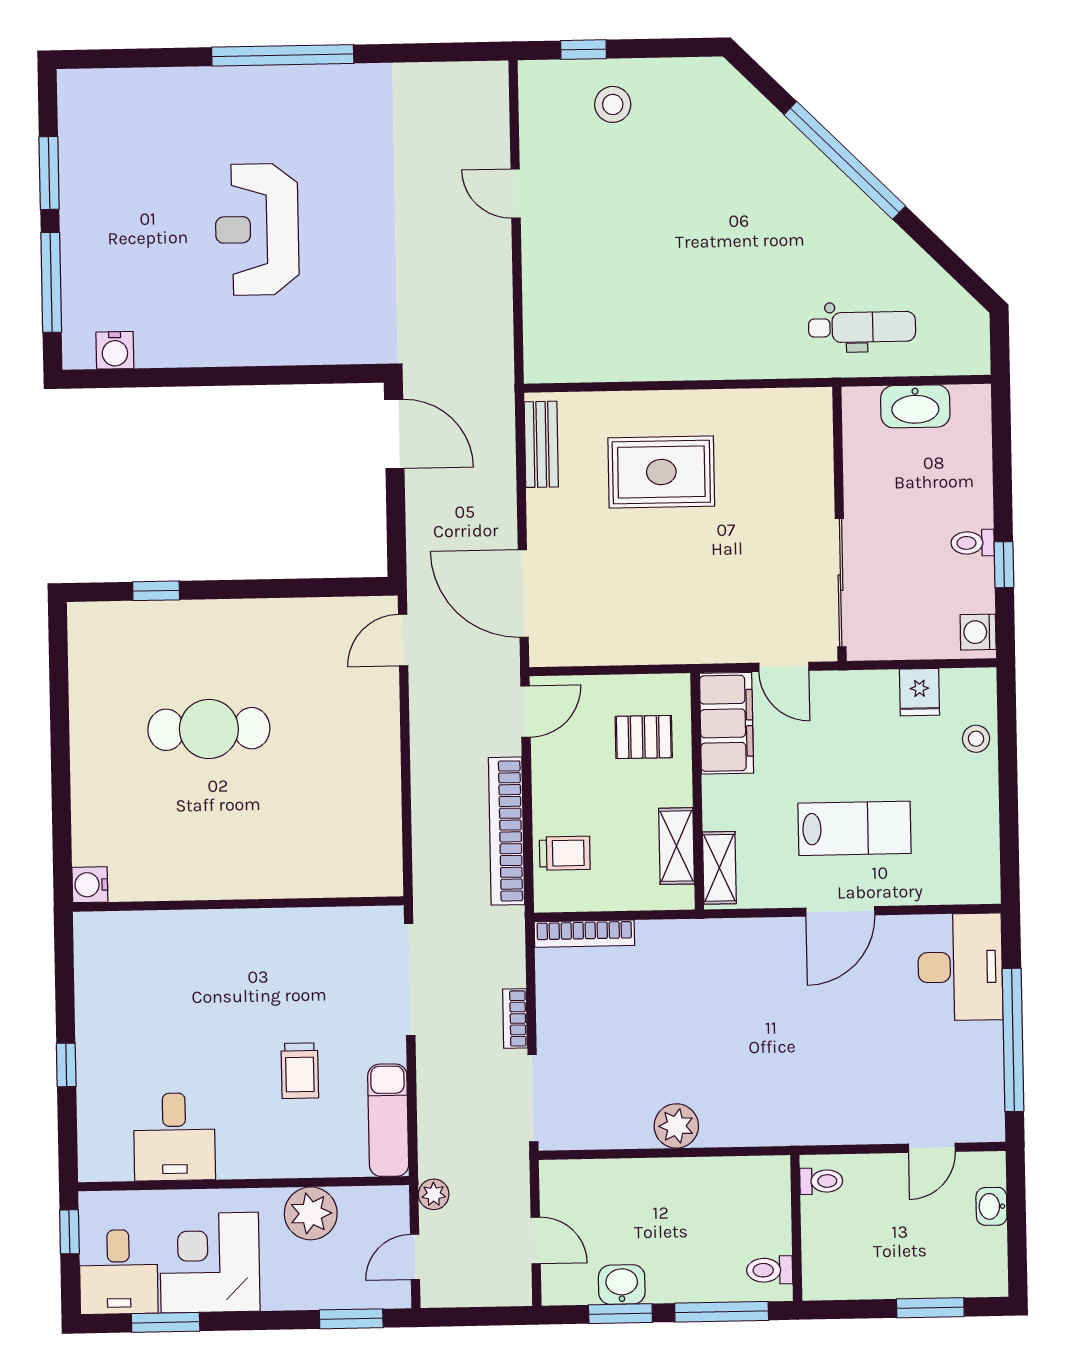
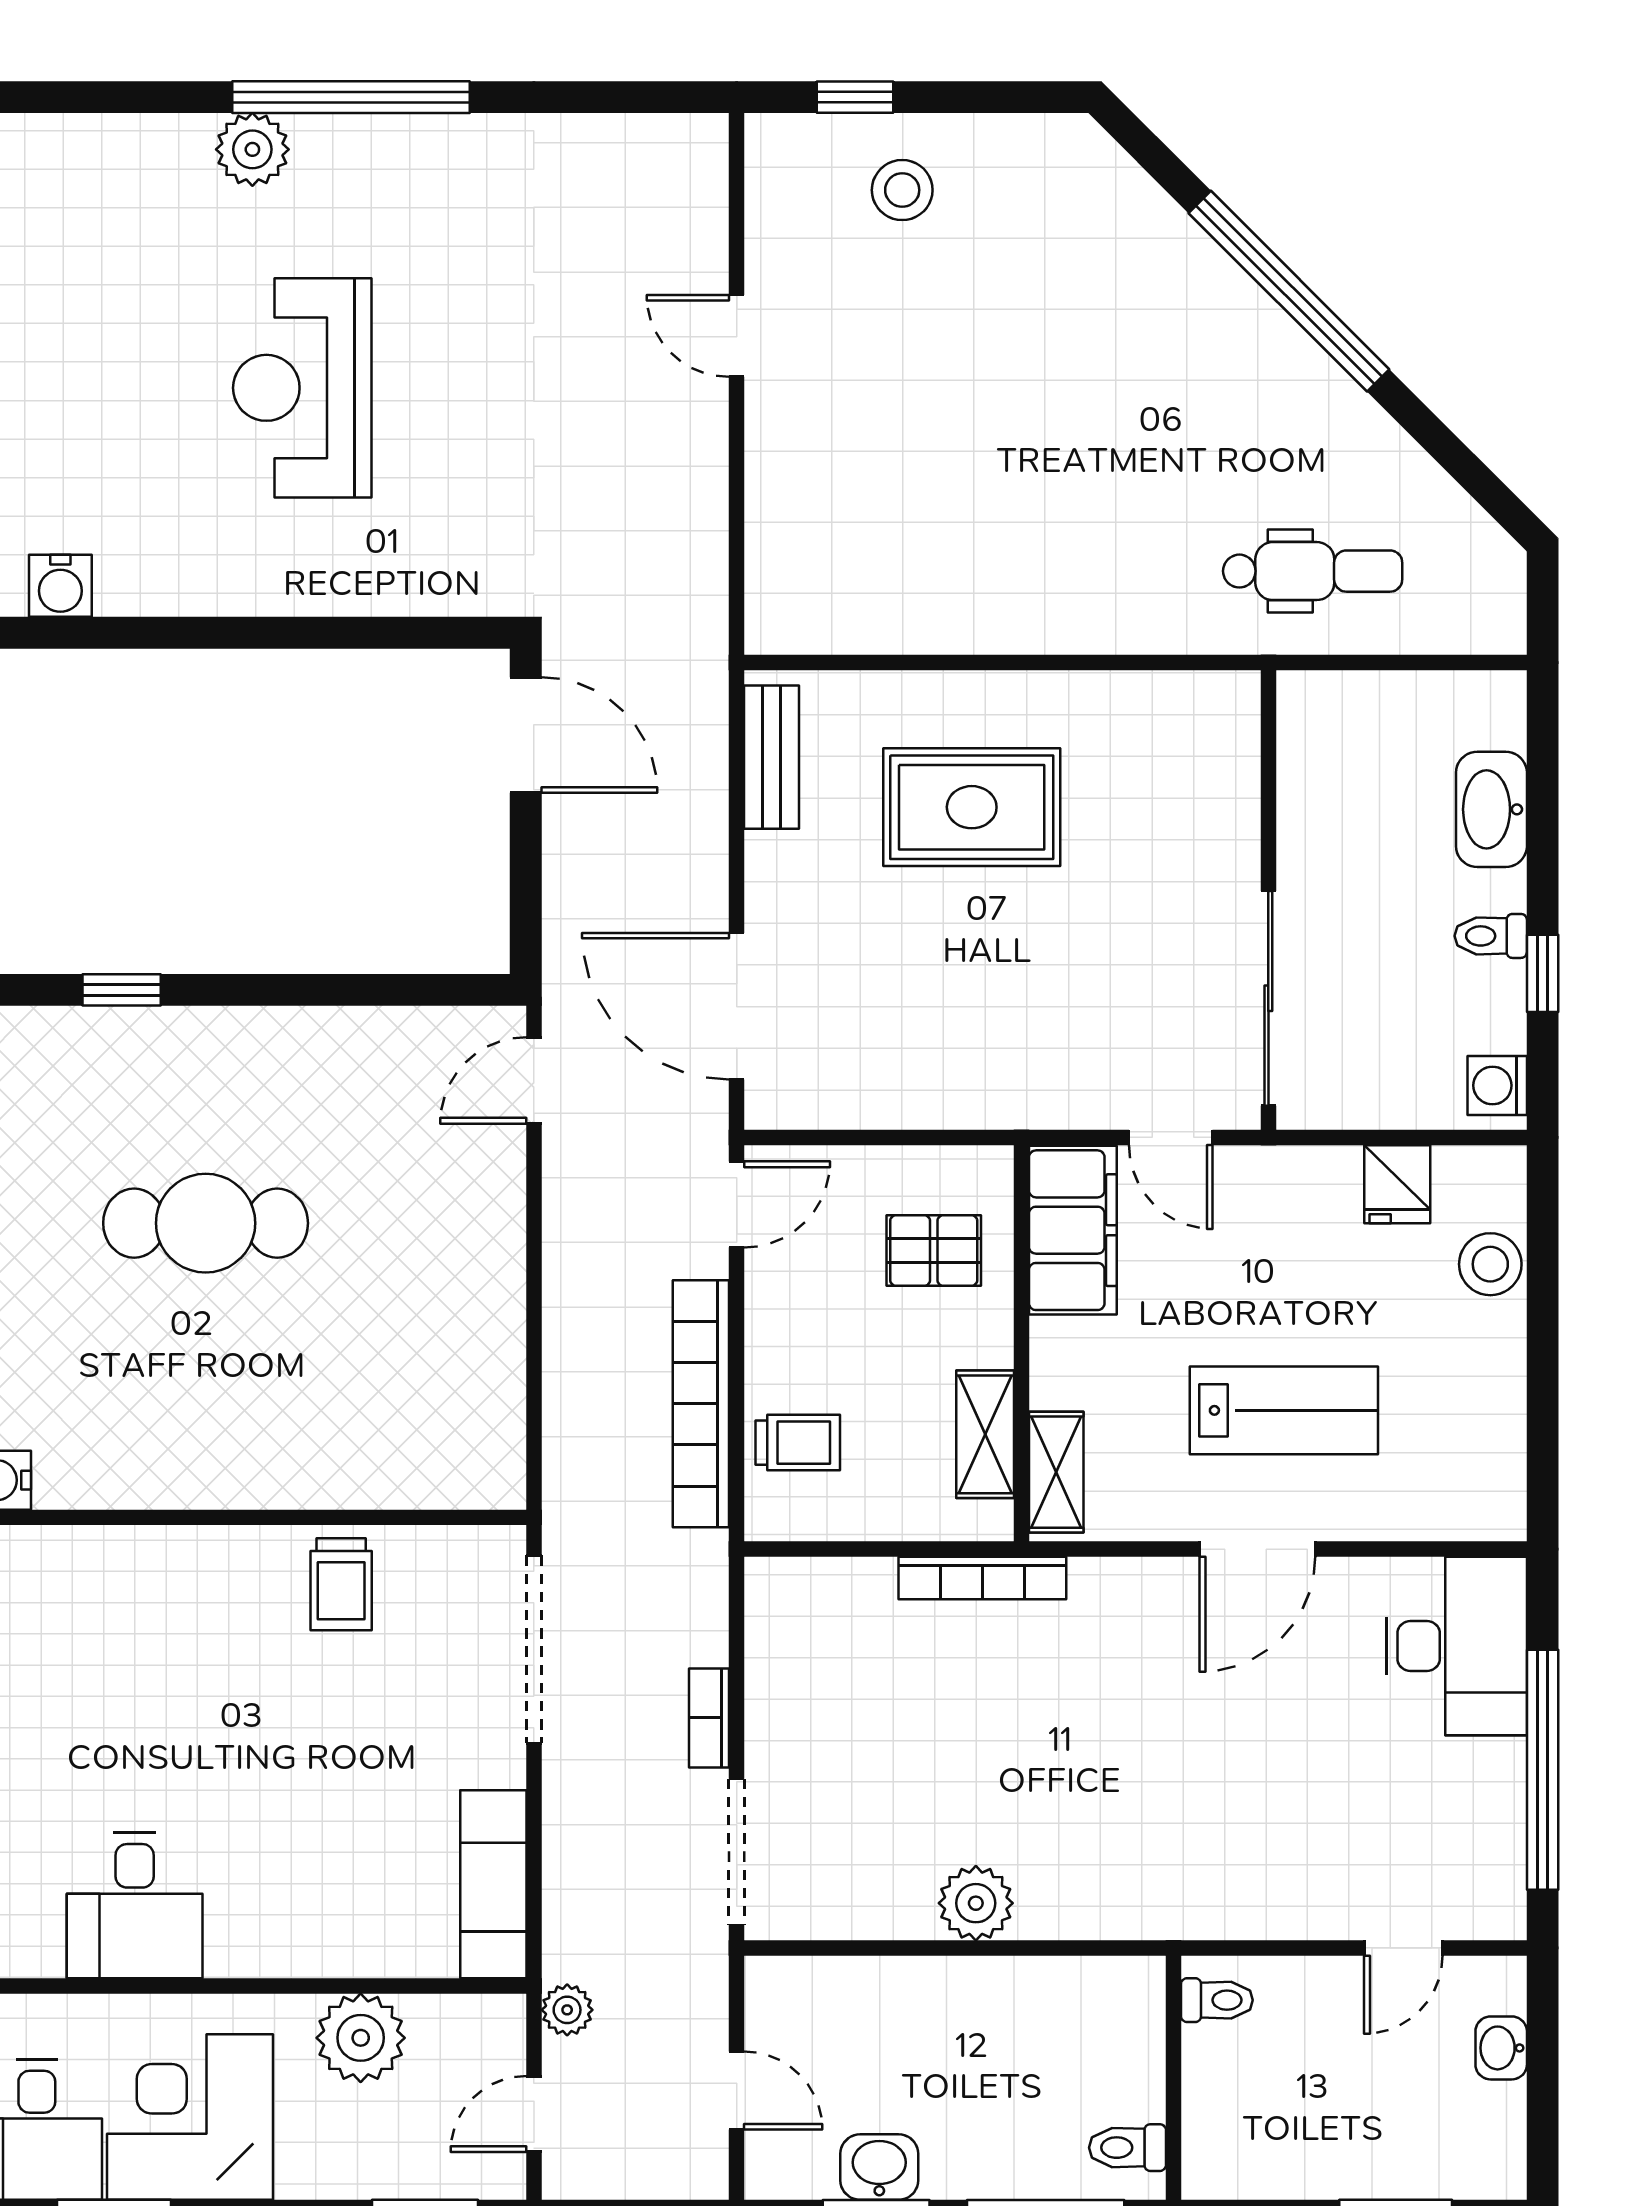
plant: (224, 88) -> (252, 149), added
washbasin: (915, 406) -> (1491, 809), moved, turned 90
stool: (976, 739) -> (1490, 1264), width x1.37, depth x1.37
bookcase: (584, 934) -> (982, 1578), moved
trolley: (300, 1071) -> (341, 1584), moved

